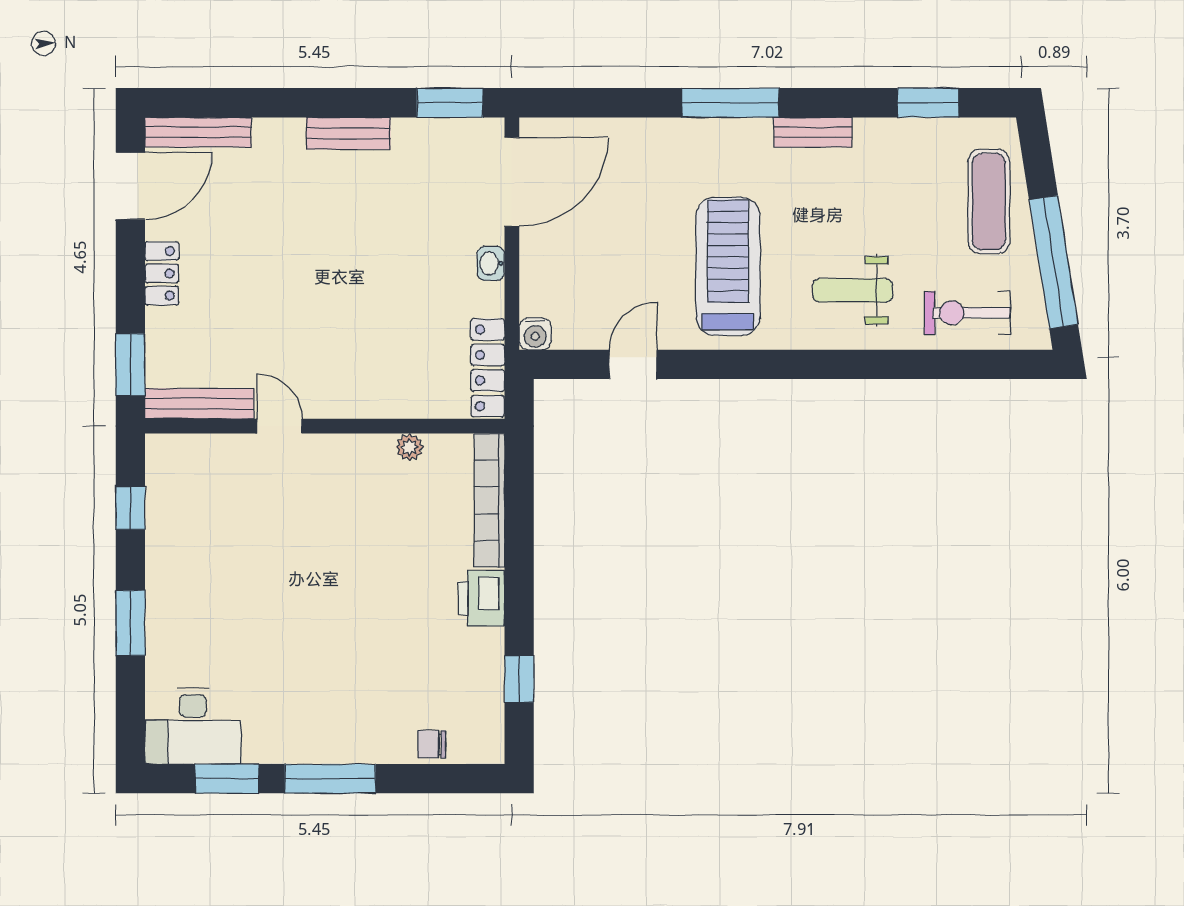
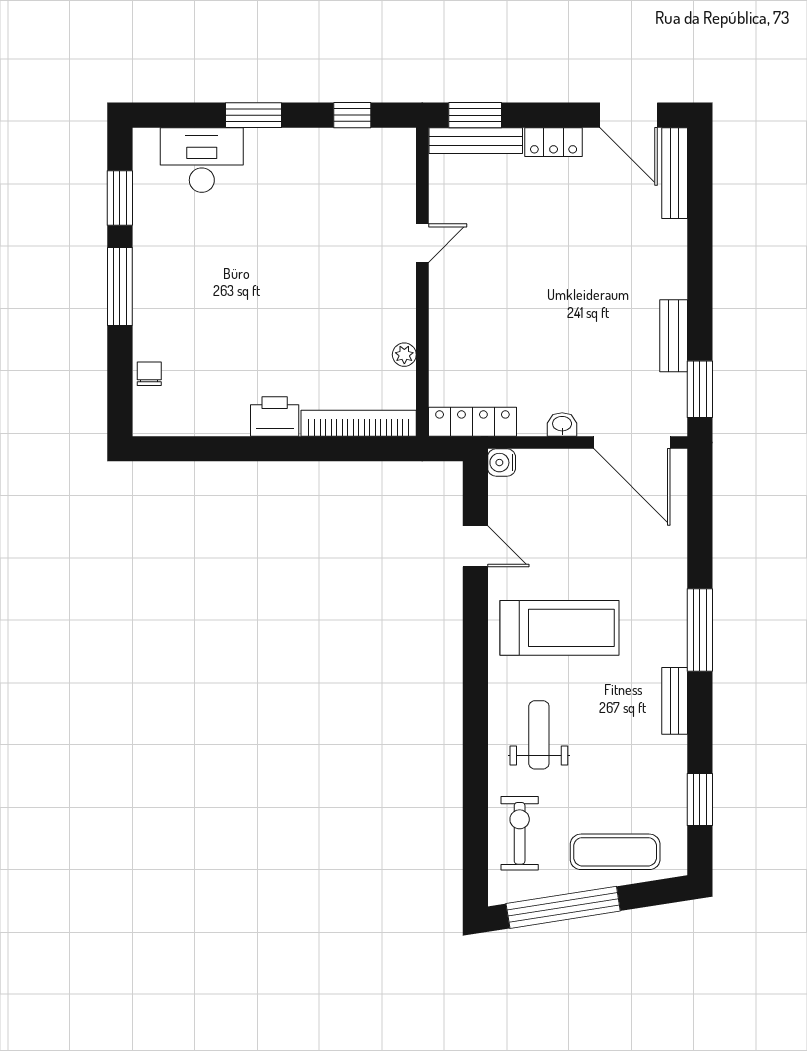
bench: (348, 133) -> (674, 336), moved
bench: (199, 404) -> (476, 141), moved, turned 90
window: (519, 679) -> (206, 449), removed
desk: (193, 726) -> (202, 160), moved, turned 90

